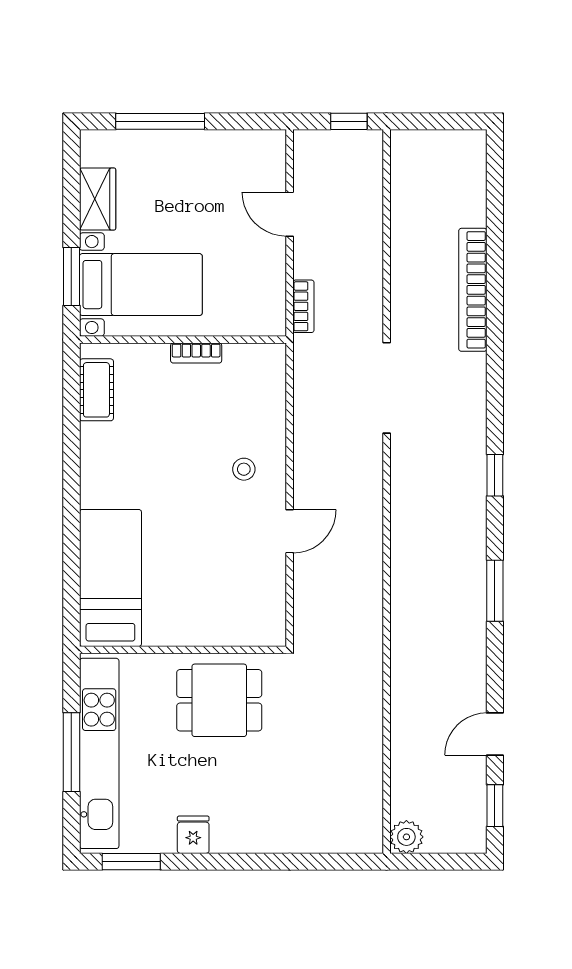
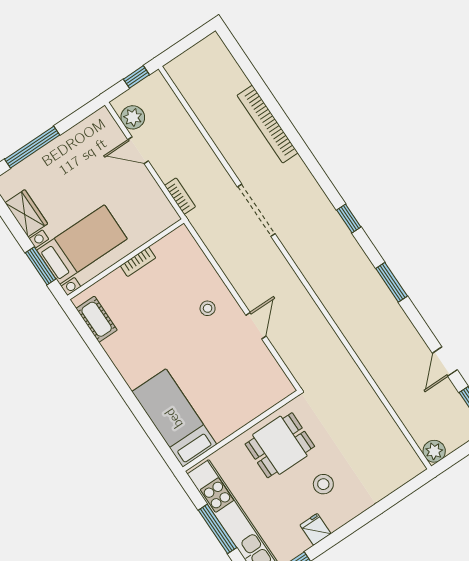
plant: (310, 169) -> (133, 117), added
stool: (241, 785) -> (323, 484), added

